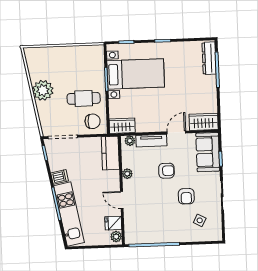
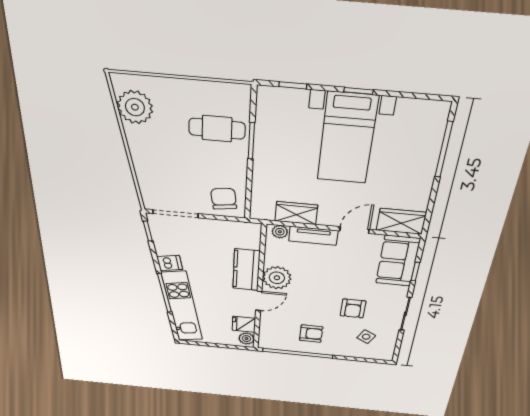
dresser: (209, 58) -> (434, 130), removed
bed with nightstands: (136, 74) -> (347, 139), moved, turned 90
plant: (43, 90) -> (135, 107), moved
cafe table: (84, 98) -> (217, 129), moved
chair: (93, 121) -> (224, 199), turned -98
wardrobe: (122, 126) -> (296, 213), moved
kitchen counter: (110, 153) -> (246, 270), moved
armchair: (166, 171) -> (311, 334), moved
plant: (127, 174) -> (277, 278), width x1.87, depth x1.87
door: (122, 200) -> (259, 301), swing flipped

